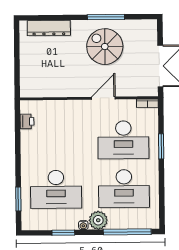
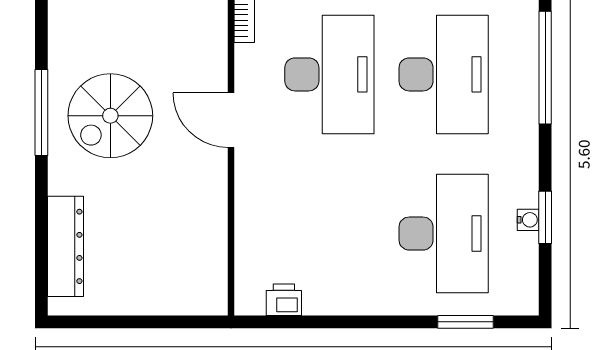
plant: (98, 220) -> (517, 135), removed
water cooler: (83, 225) -> (528, 220), moved

